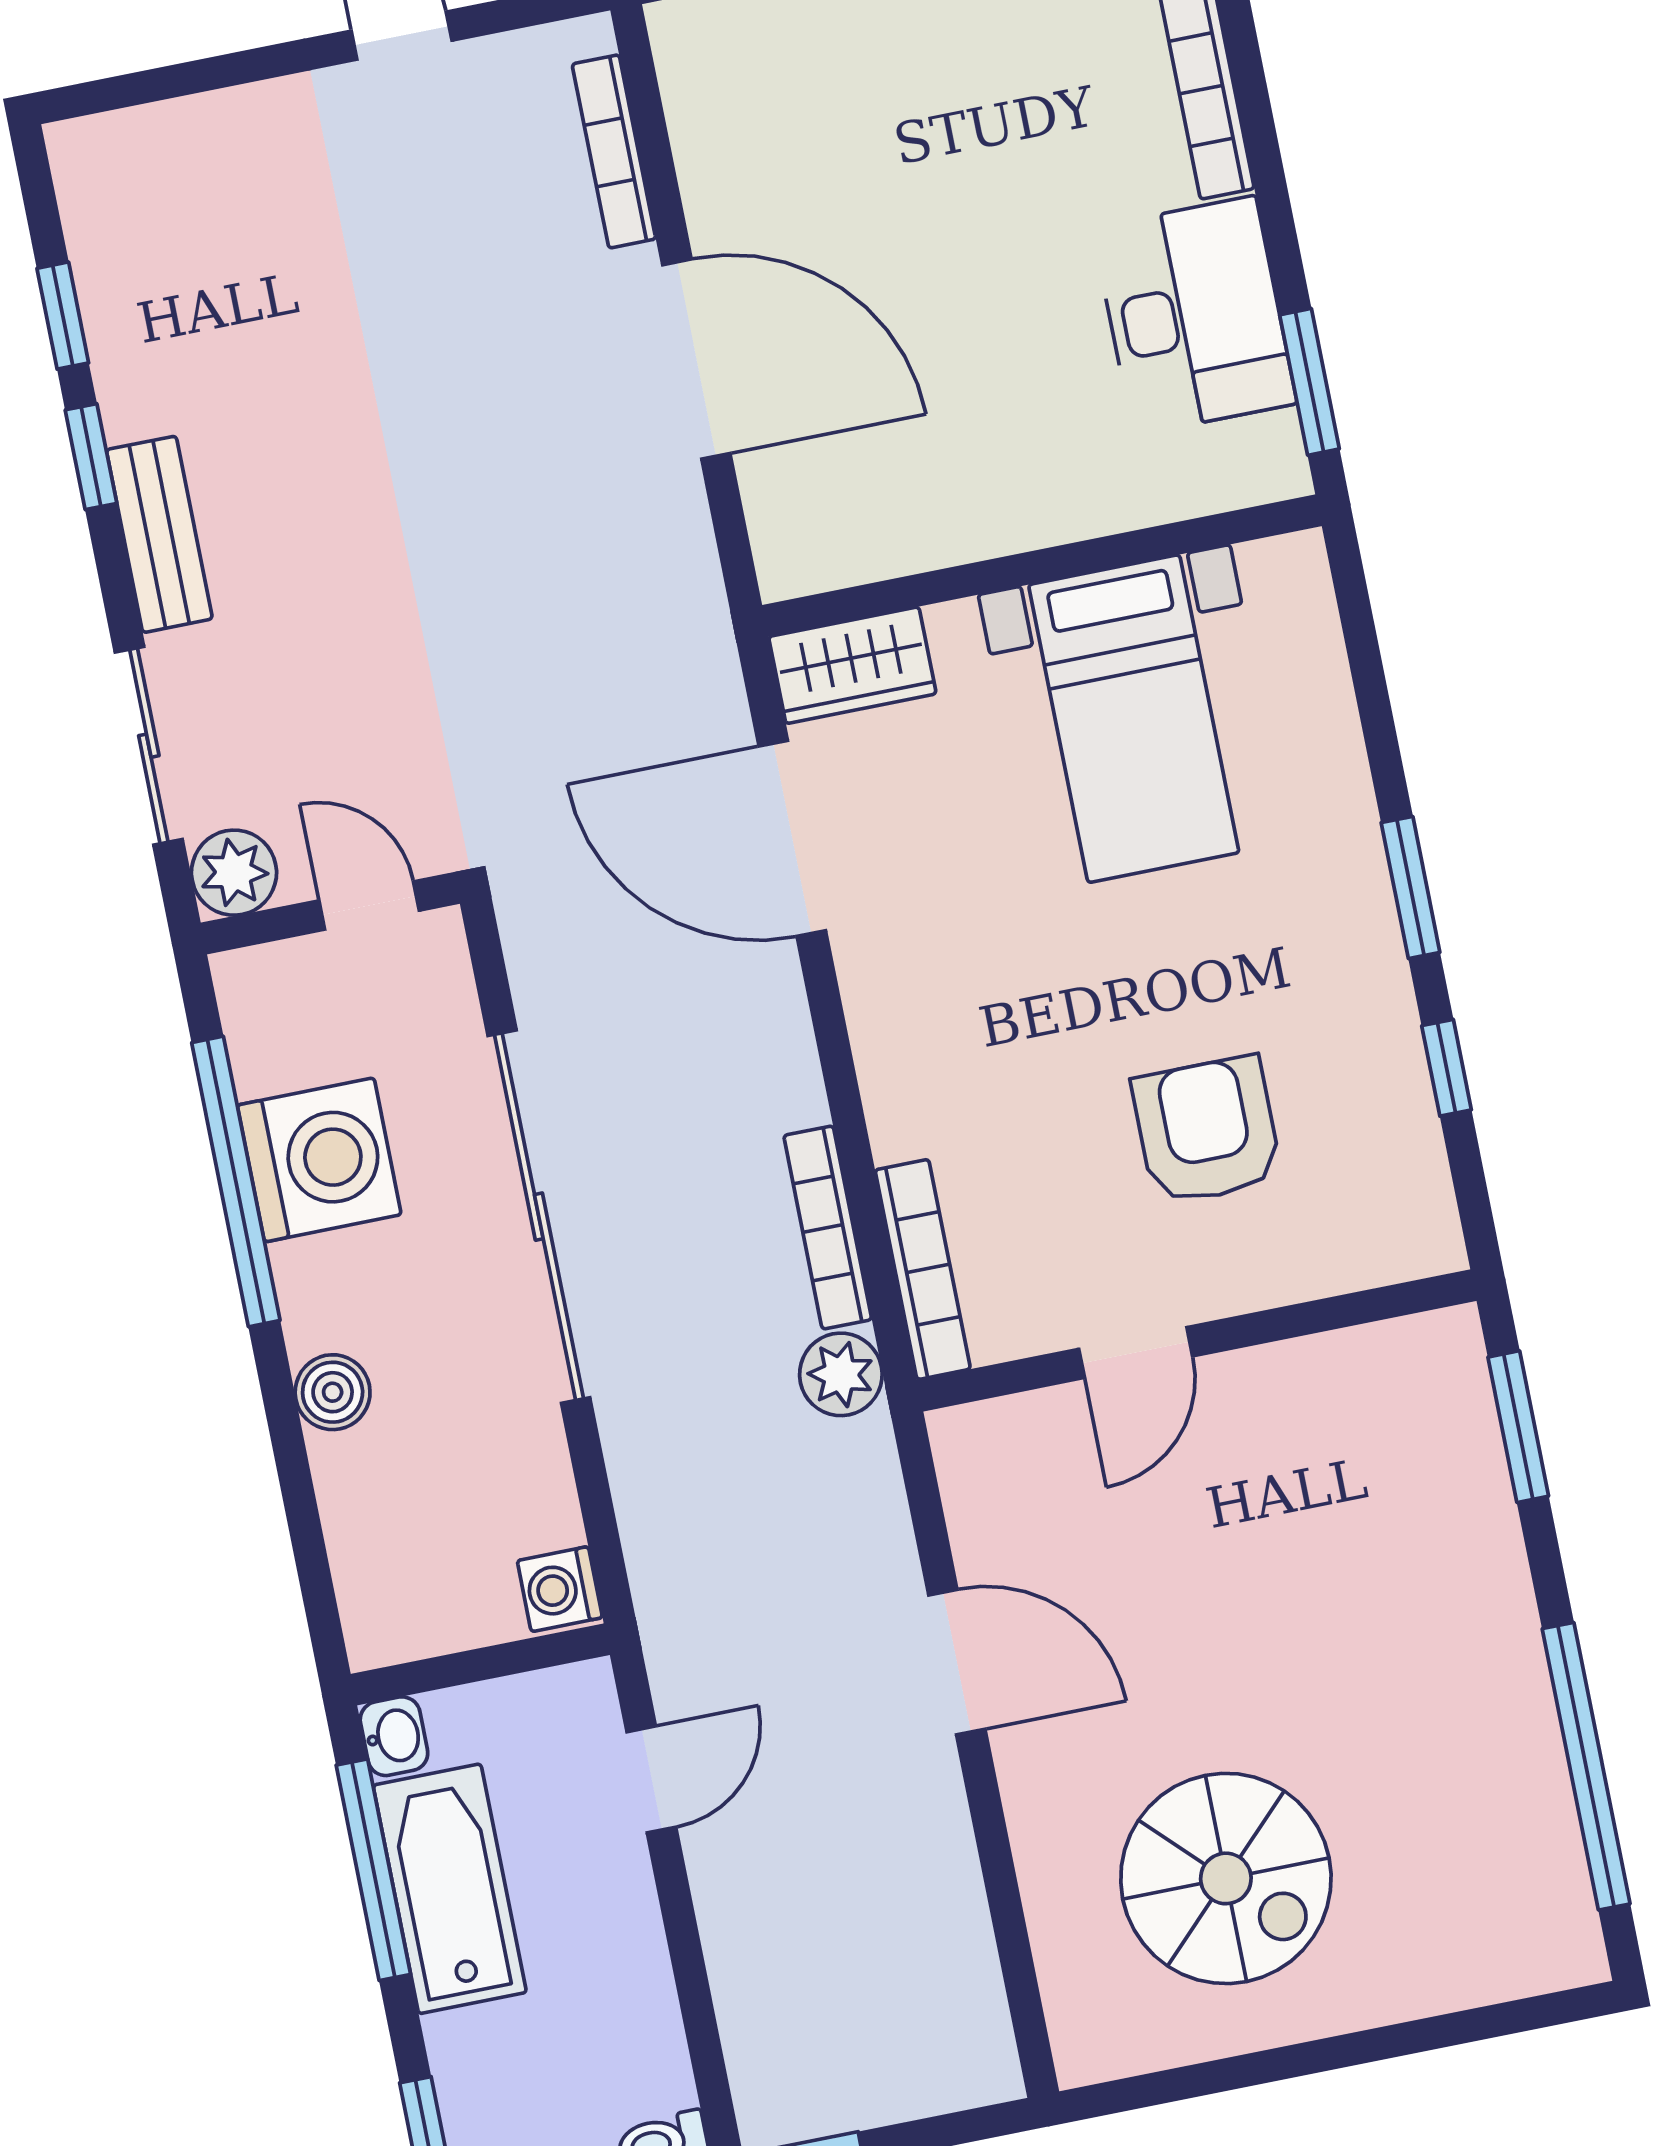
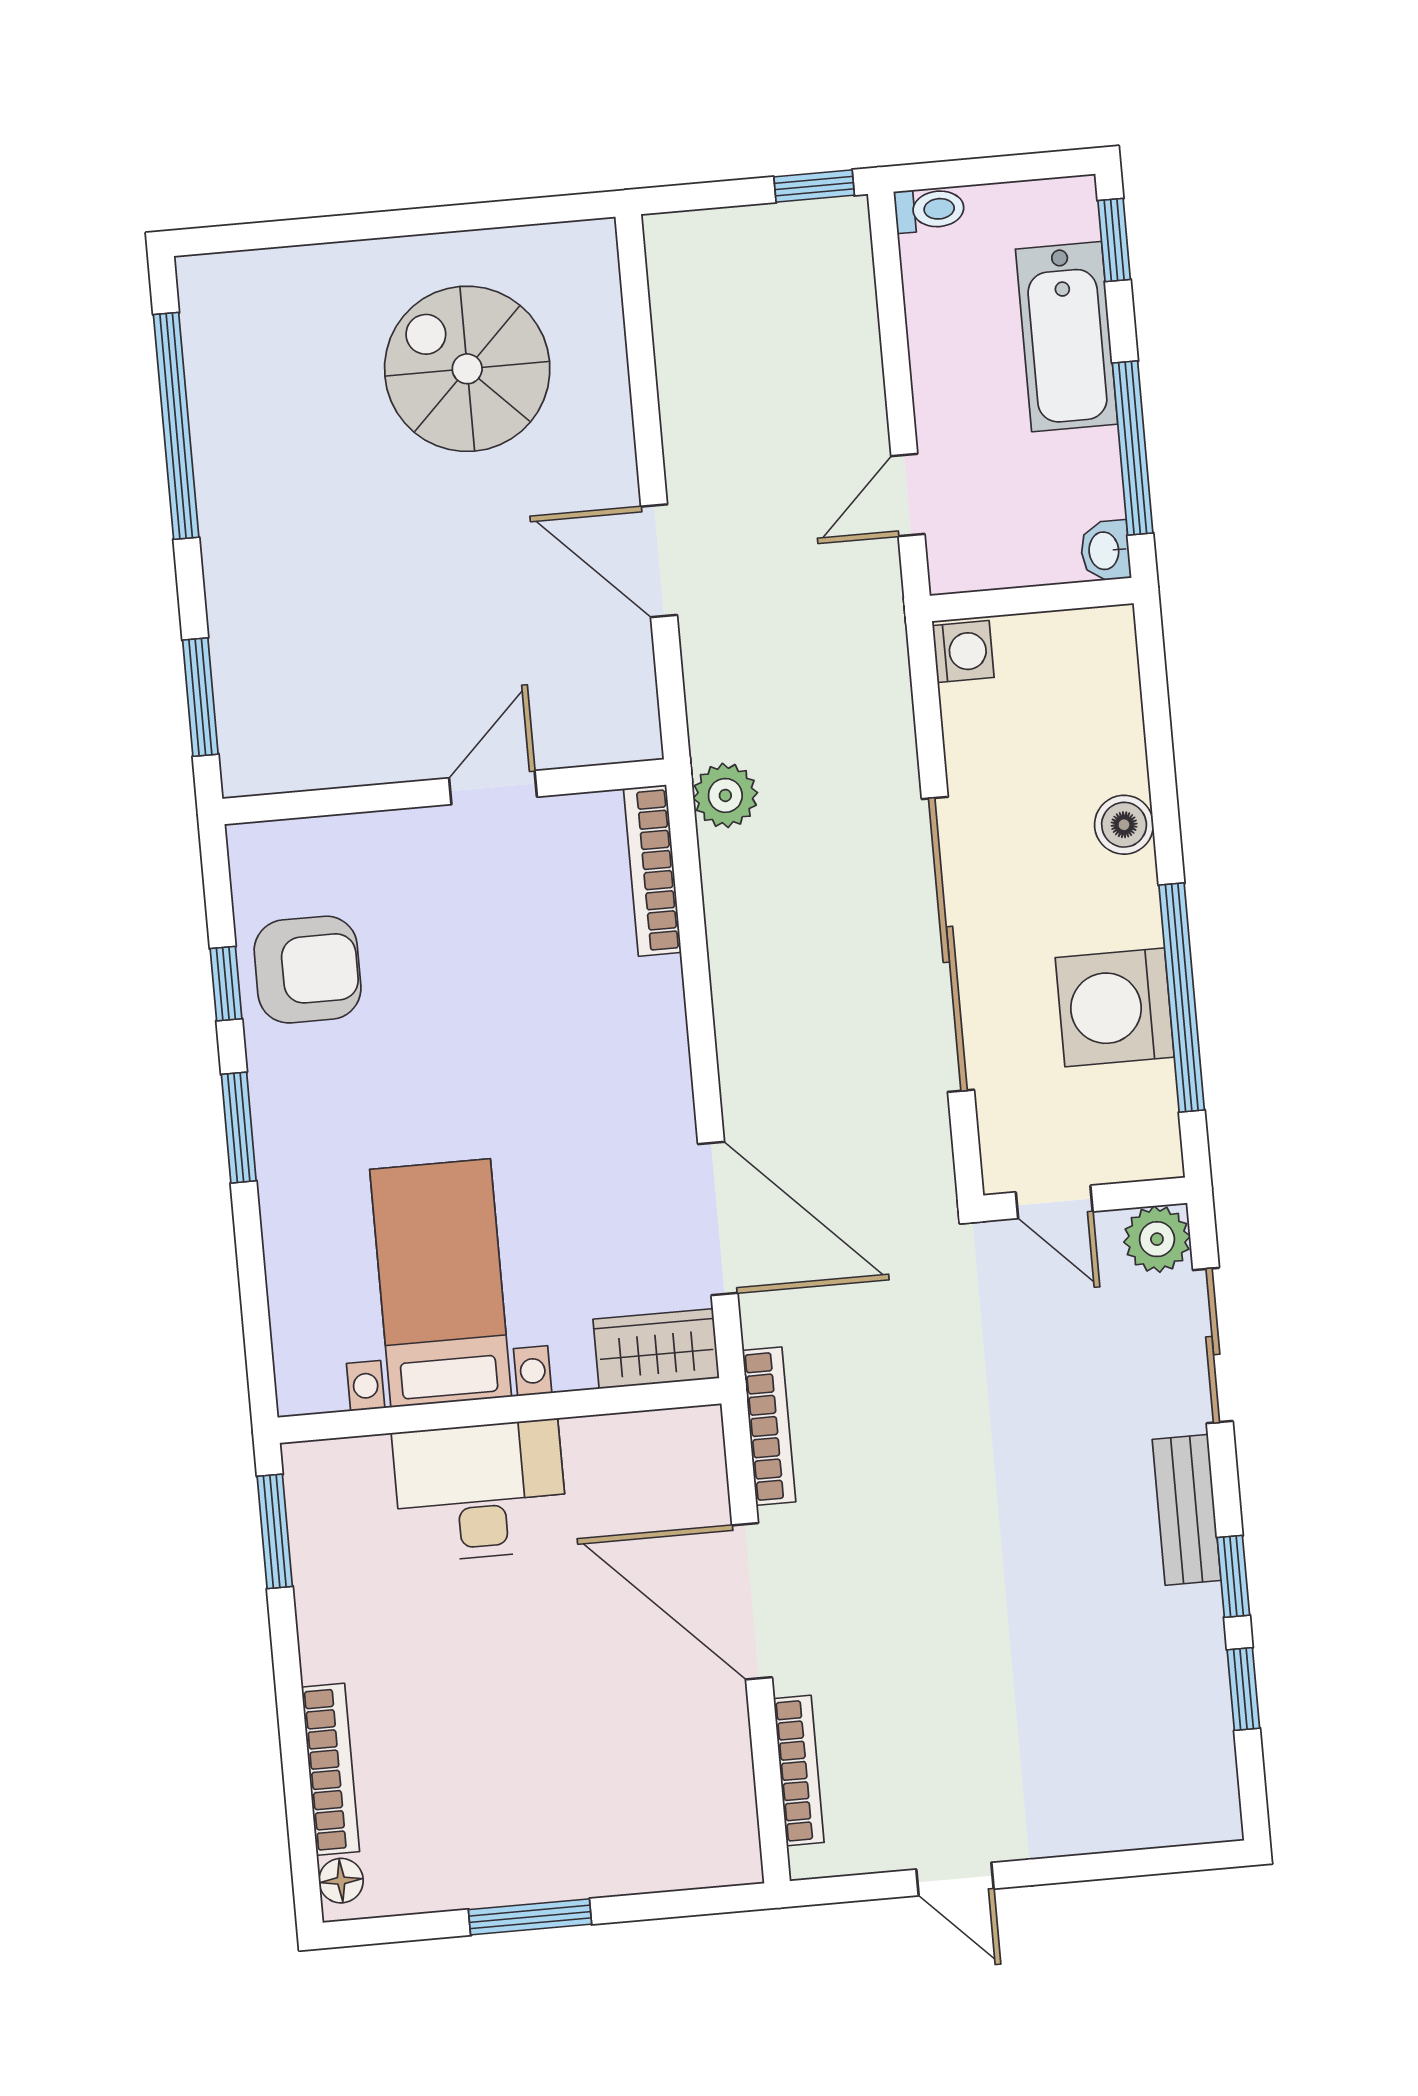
desk: (1195, 316) -> (480, 1491), moved, turned 90
armchair: (1207, 1130) -> (308, 970), moved, turned -90
bookcase: (828, 1228) -> (769, 1426), moved
bathtub: (450, 1889) -> (1067, 337), moved

